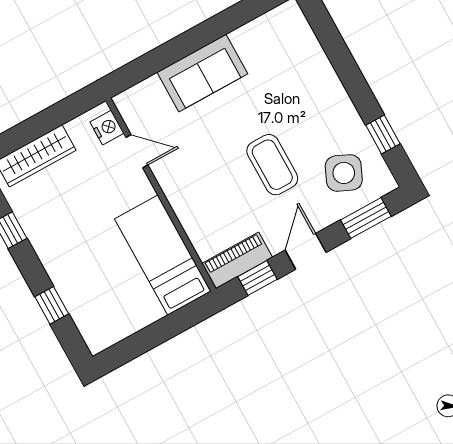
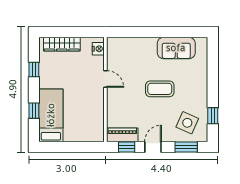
sofa: (202, 73) -> (176, 48), moved
door: (137, 151) -> (105, 79), moved
coffee table: (272, 165) -> (160, 89), moved, turned 90
bed: (163, 255) -> (51, 115), moved

